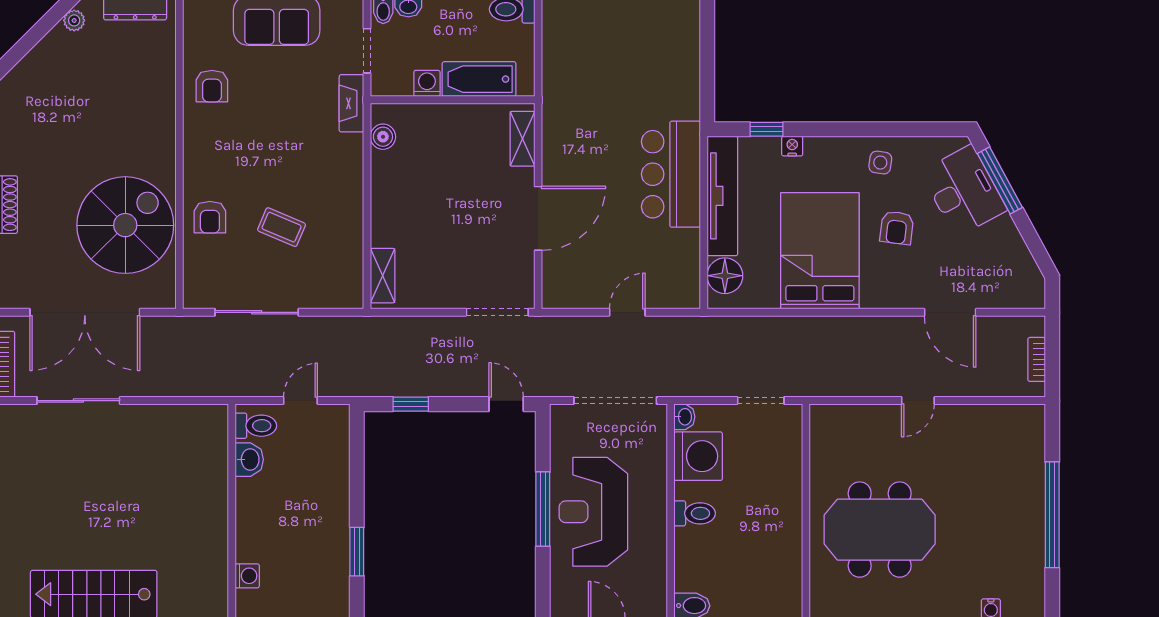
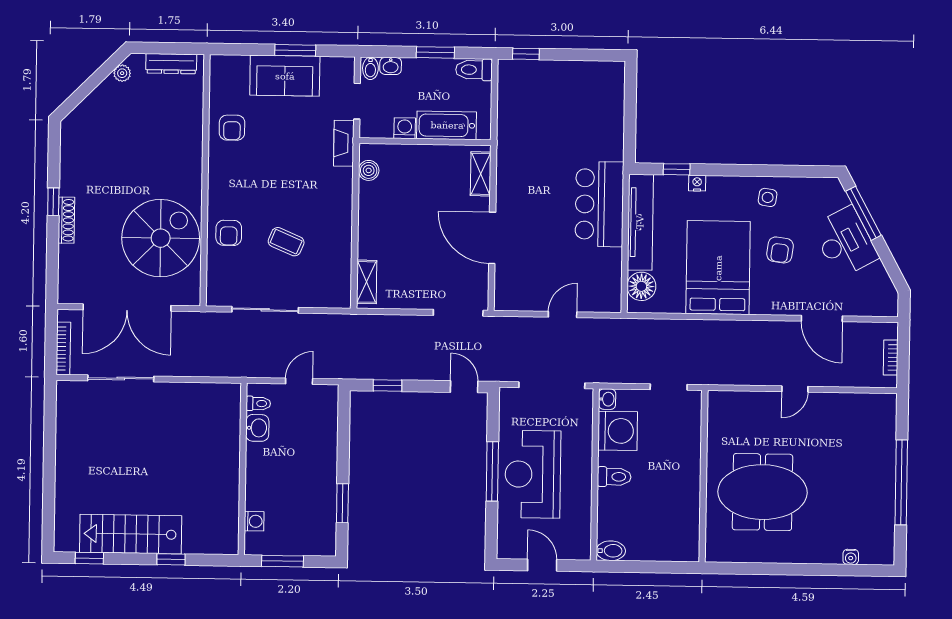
desk: (964, 191) -> (845, 242), moved
door: (538, 218) -> (492, 238), swing flipped
toilet: (256, 426) -> (258, 403), width x0.73, depth x0.72

